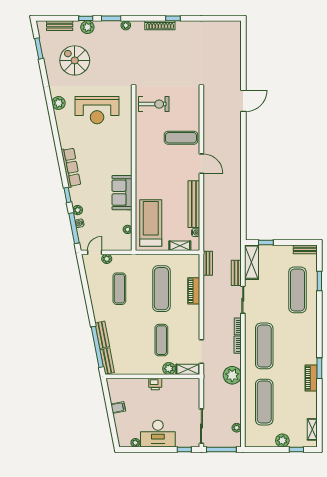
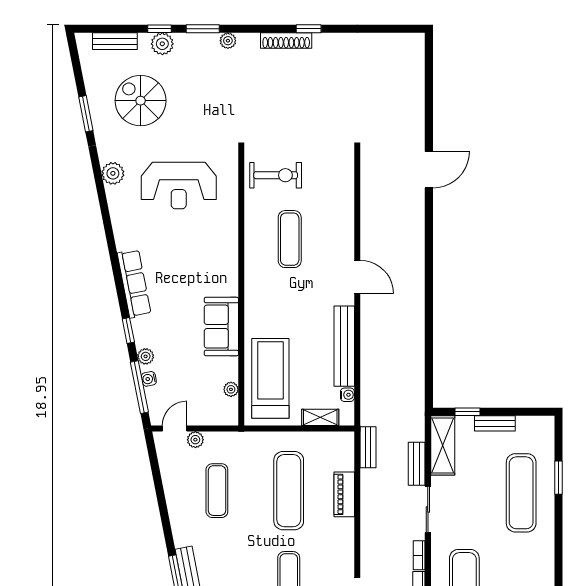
window: (39, 48) -> (86, 114), moved
exercise mat: (181, 138) -> (290, 239), moved, turned 90
bench: (305, 249) -> (495, 423), moved

